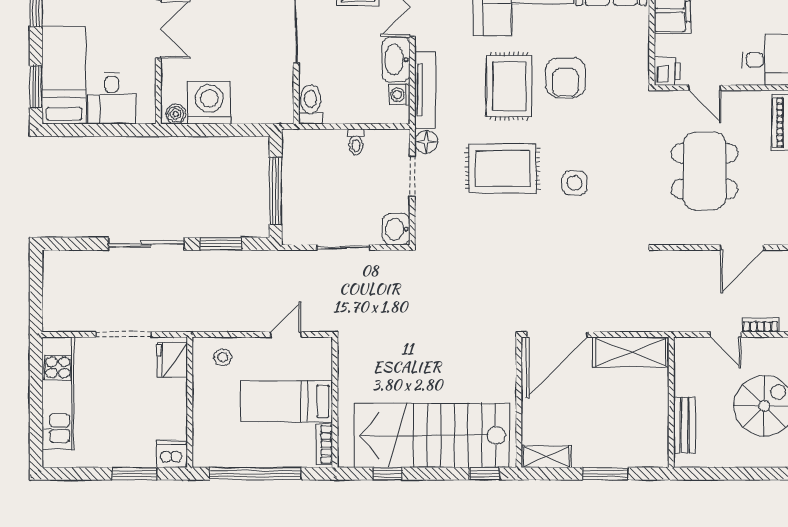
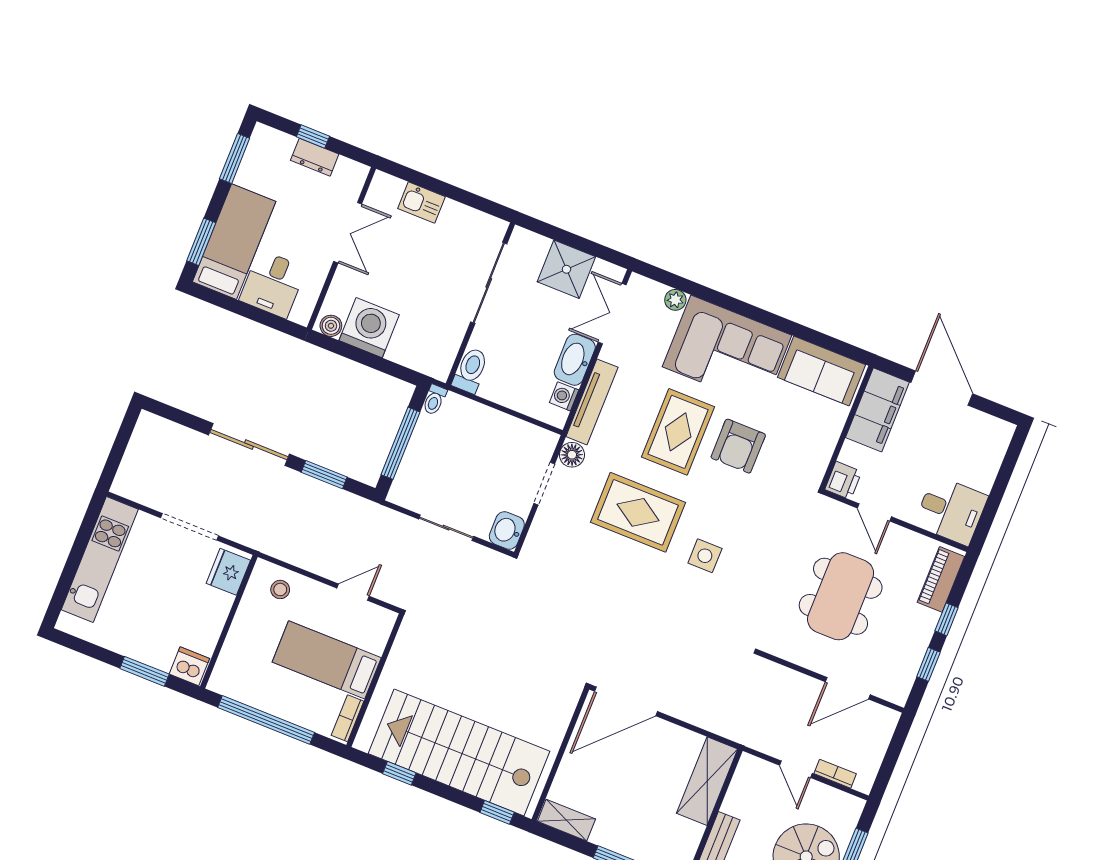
toilet: (356, 142) -> (434, 400), moved
shelving: (631, 352) -> (707, 781), moved, turned 90

